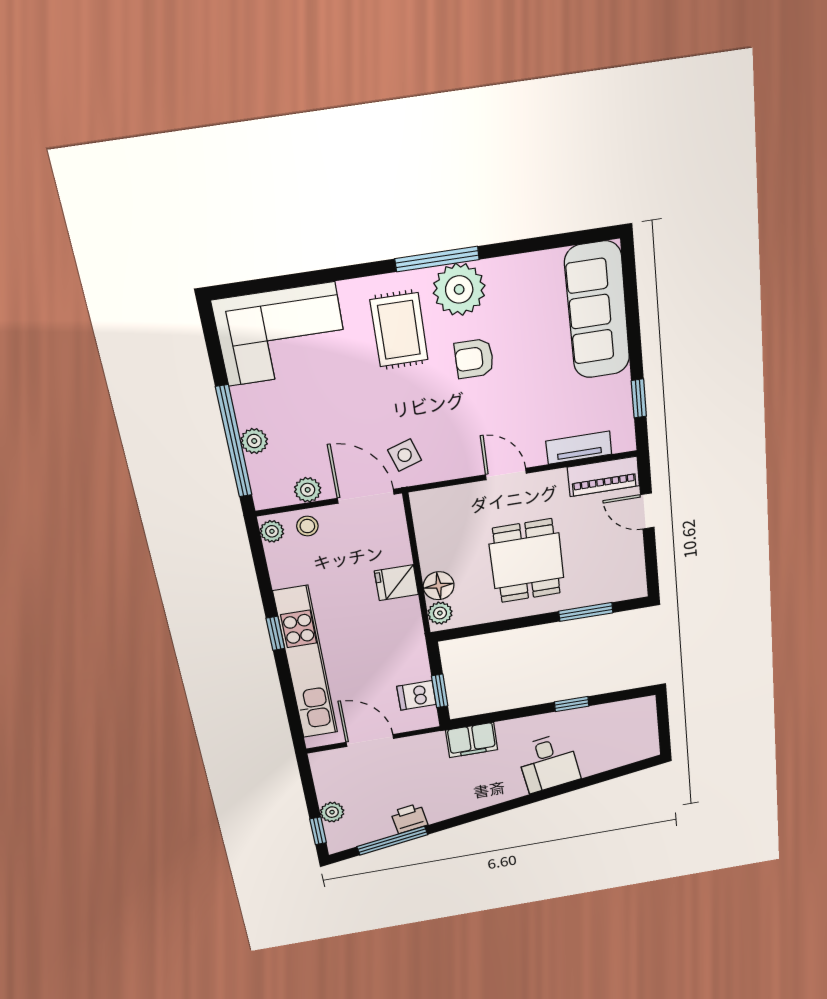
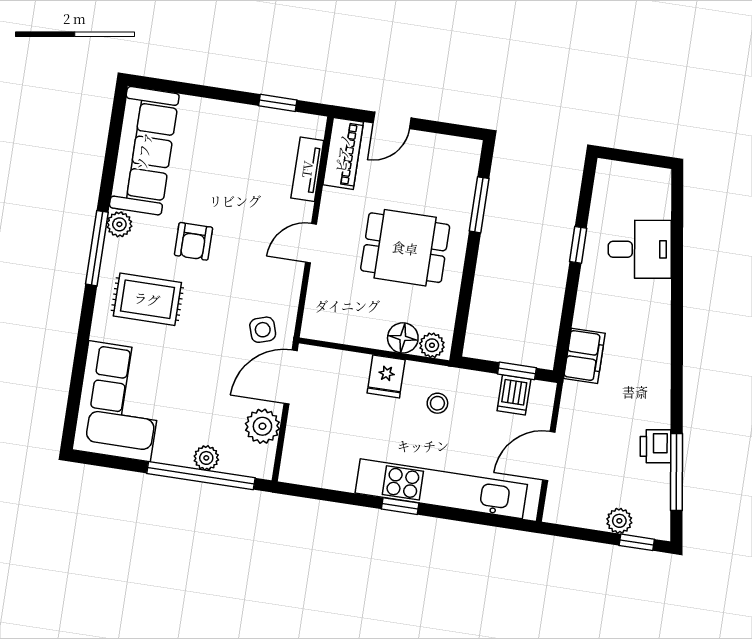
plant: (459, 289) -> (119, 224), width x0.53, depth x0.53
sofa: (597, 310) -> (144, 151), moved, turned -90
plant: (308, 490) -> (262, 426), width x1.38, depth x1.38
stool: (307, 526) -> (437, 403), moved
plant: (272, 531) -> (296, 473), removed
desk: (548, 763) -> (640, 249), moved

